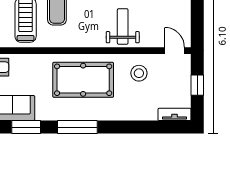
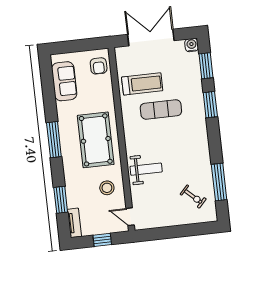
door: (175, 51) -> (130, 217), swing flipped
window: (26, 127) -> (61, 200), moved

